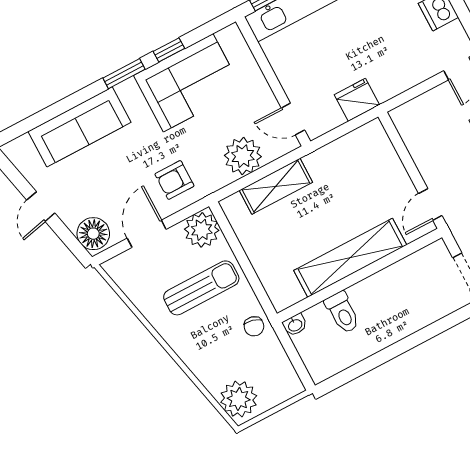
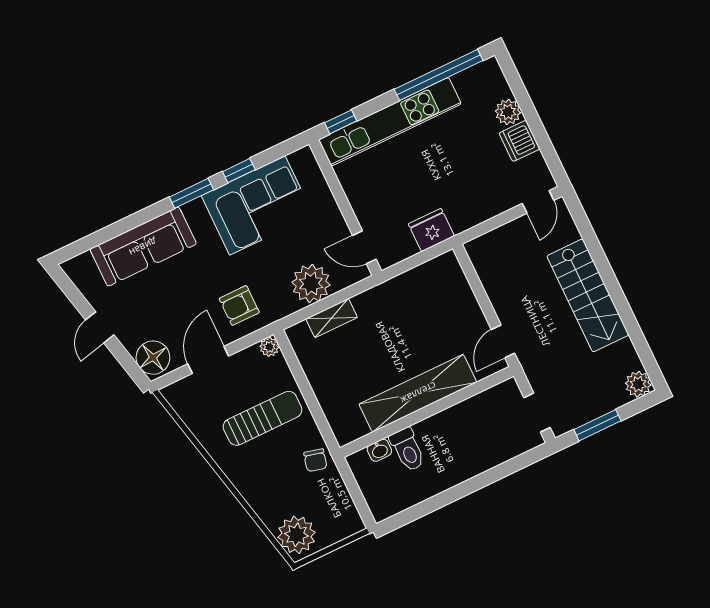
shelving: (276, 186) -> (332, 318), width x0.67, depth x0.75
plant: (202, 230) -> (269, 347), width x0.53, depth x0.53
washbasin: (295, 325) -> (379, 450), moved

